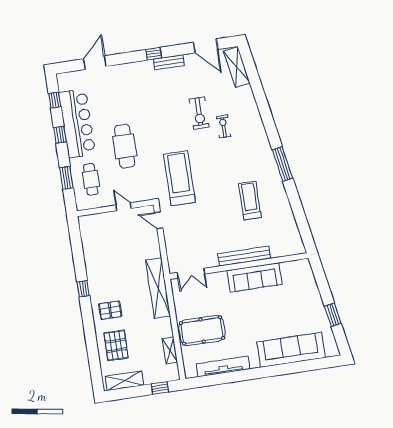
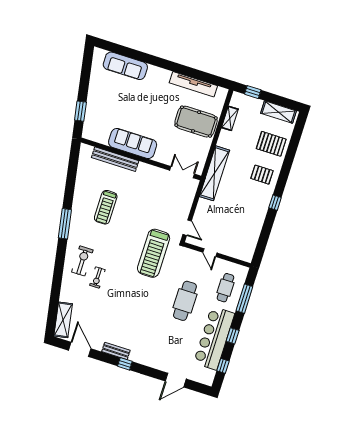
exercise bike: (199, 113) -> (82, 261), moved
window: (66, 178) -> (244, 299), width x1.44
bench: (244, 256) -> (115, 159), moved
window: (333, 315) -> (80, 111), moved
pallet: (116, 345) -> (271, 144), turned 90
sofa: (291, 350) -> (125, 66), width x0.74, depth x0.79

